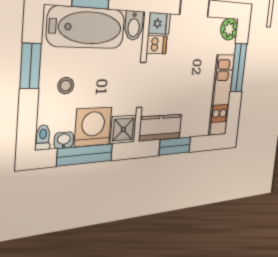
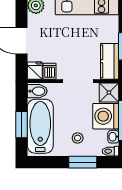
window: (31, 66) -> (83, 162), moved

